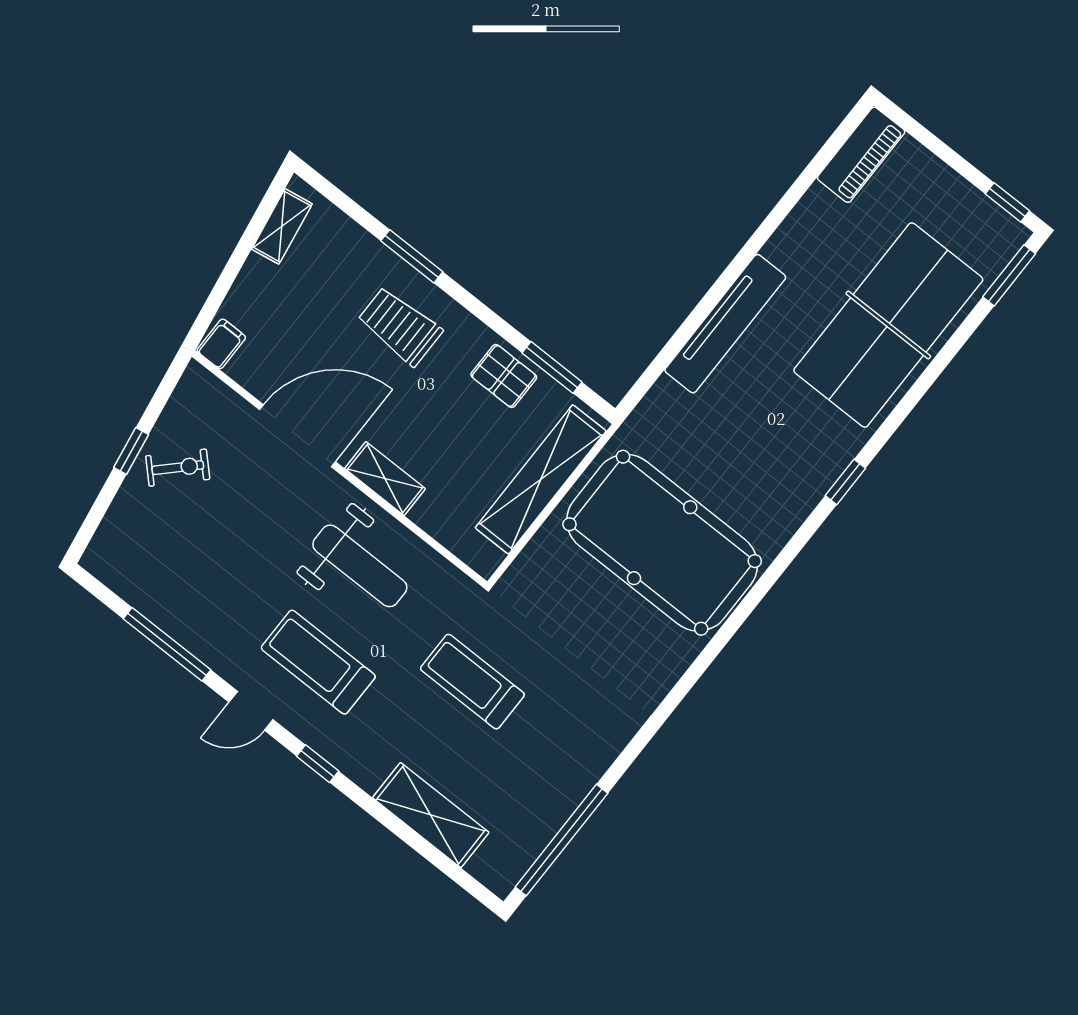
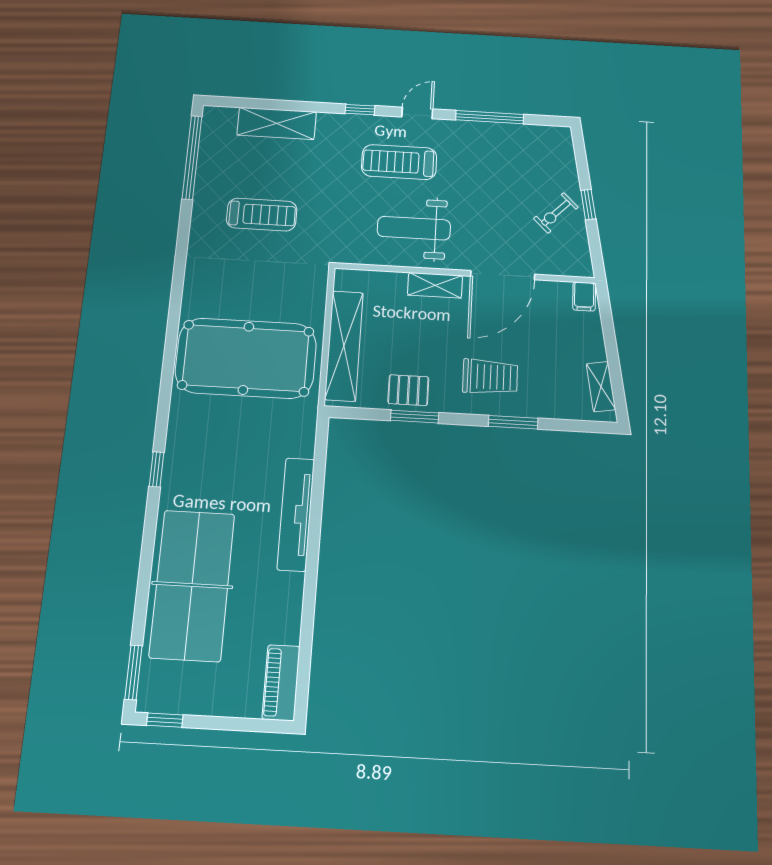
window: (552, 367) -> (415, 417), moved
treadmill: (318, 662) -> (399, 162), turned 180
treadmill: (472, 682) -> (262, 215), moved

